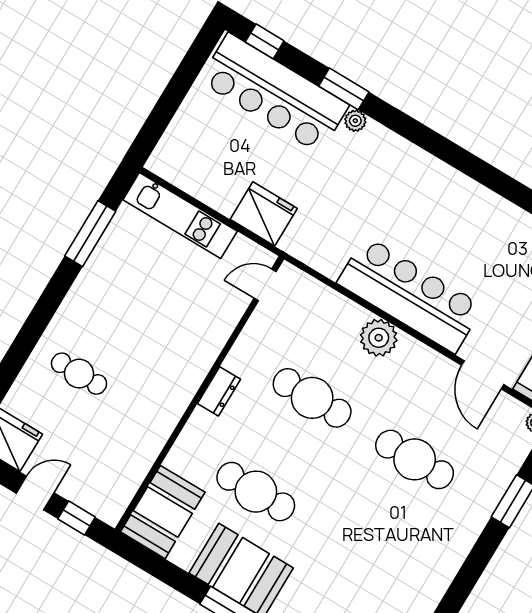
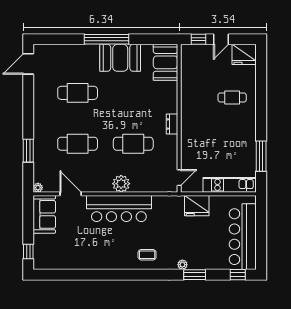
bar counter: (274, 93) -> (243, 237), moved, turned -90
coffee table: (409, 178) -> (147, 255), added
cafe table: (256, 492) -> (78, 93), moved

